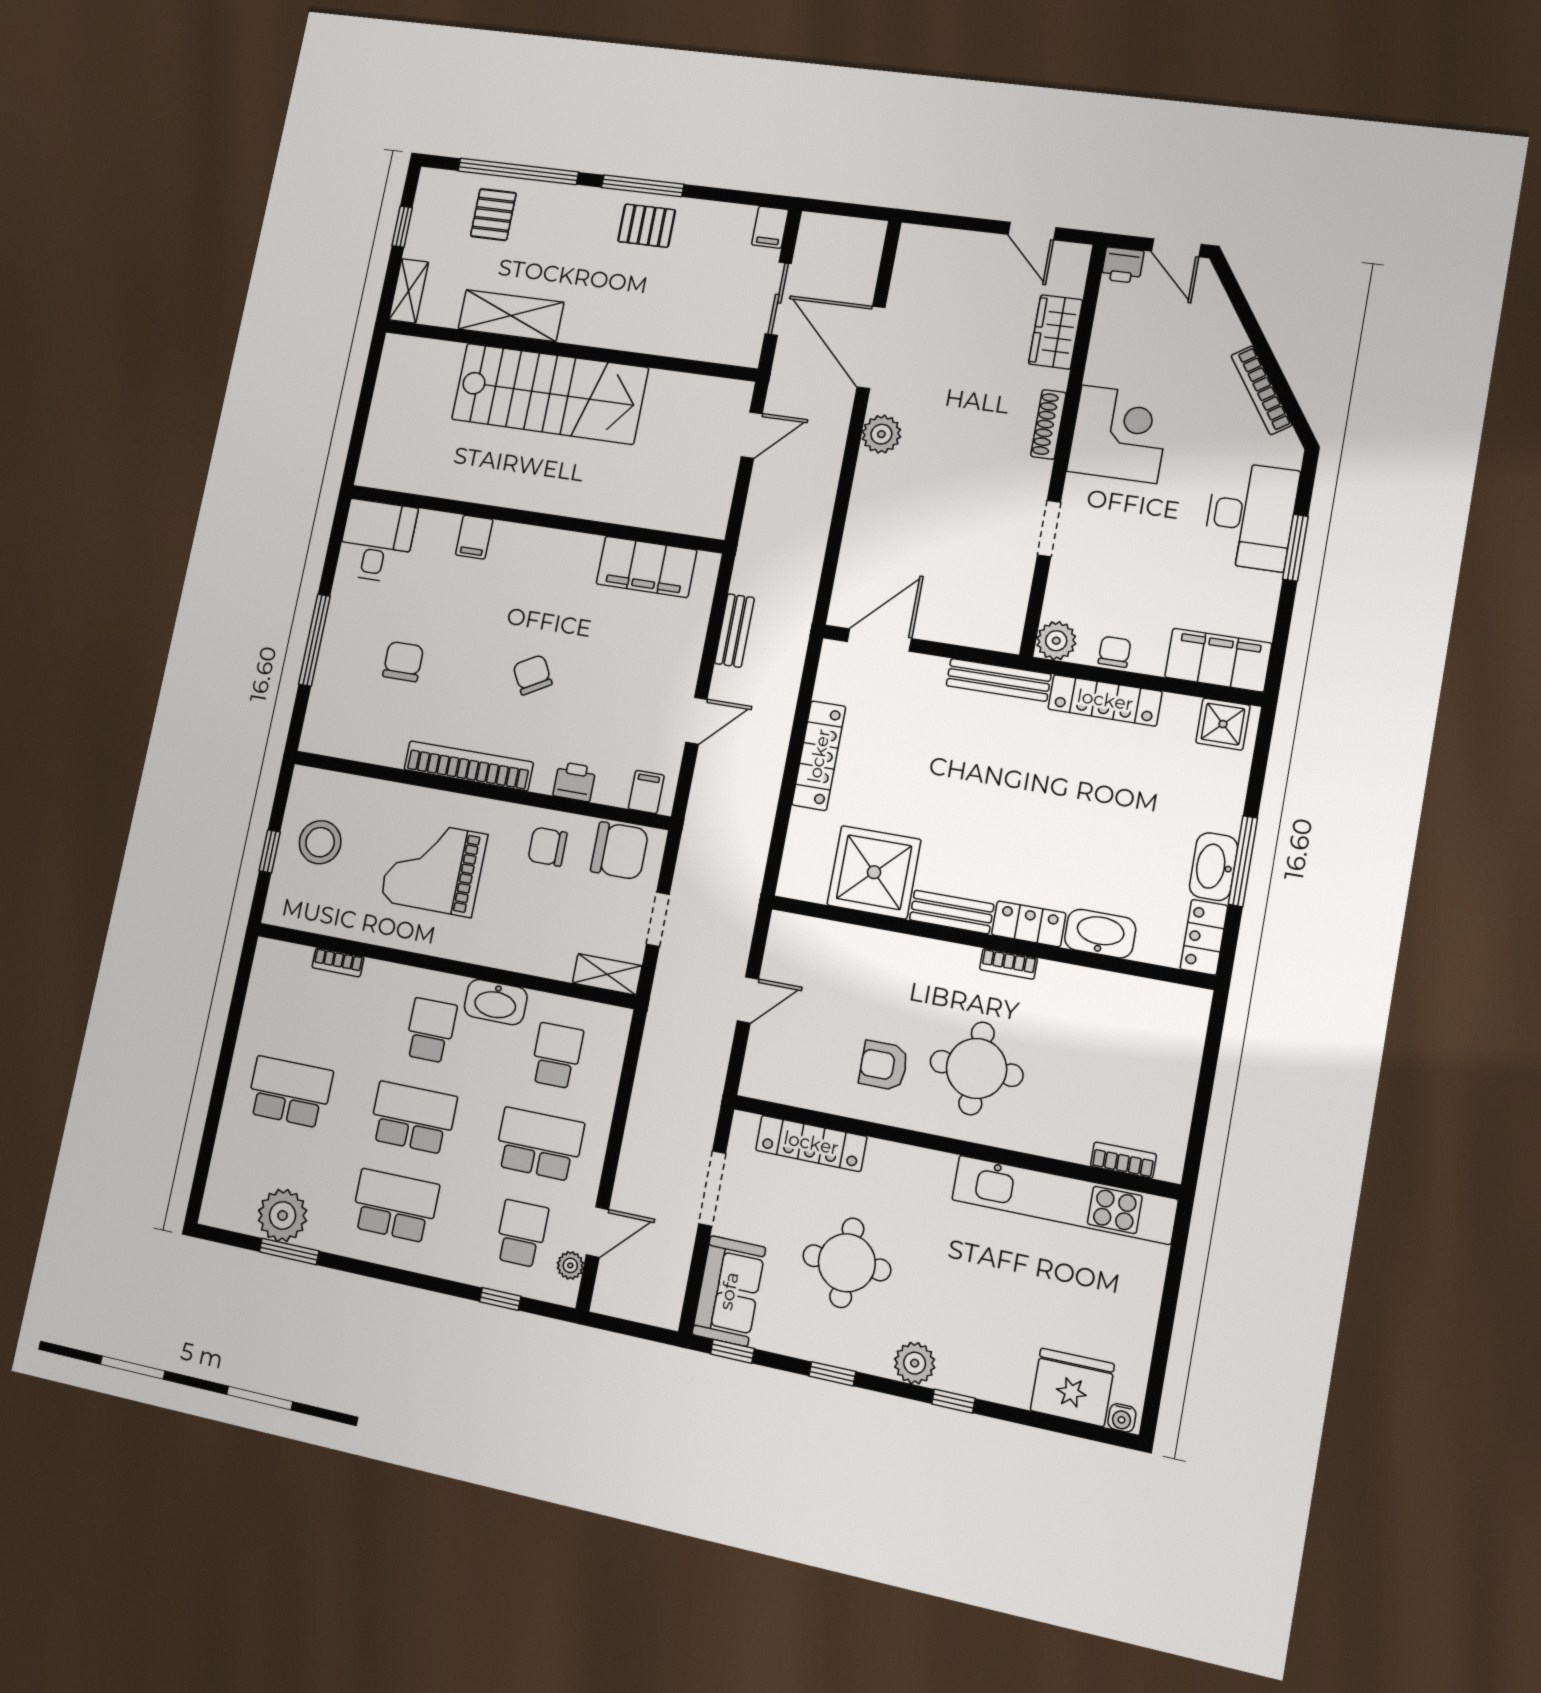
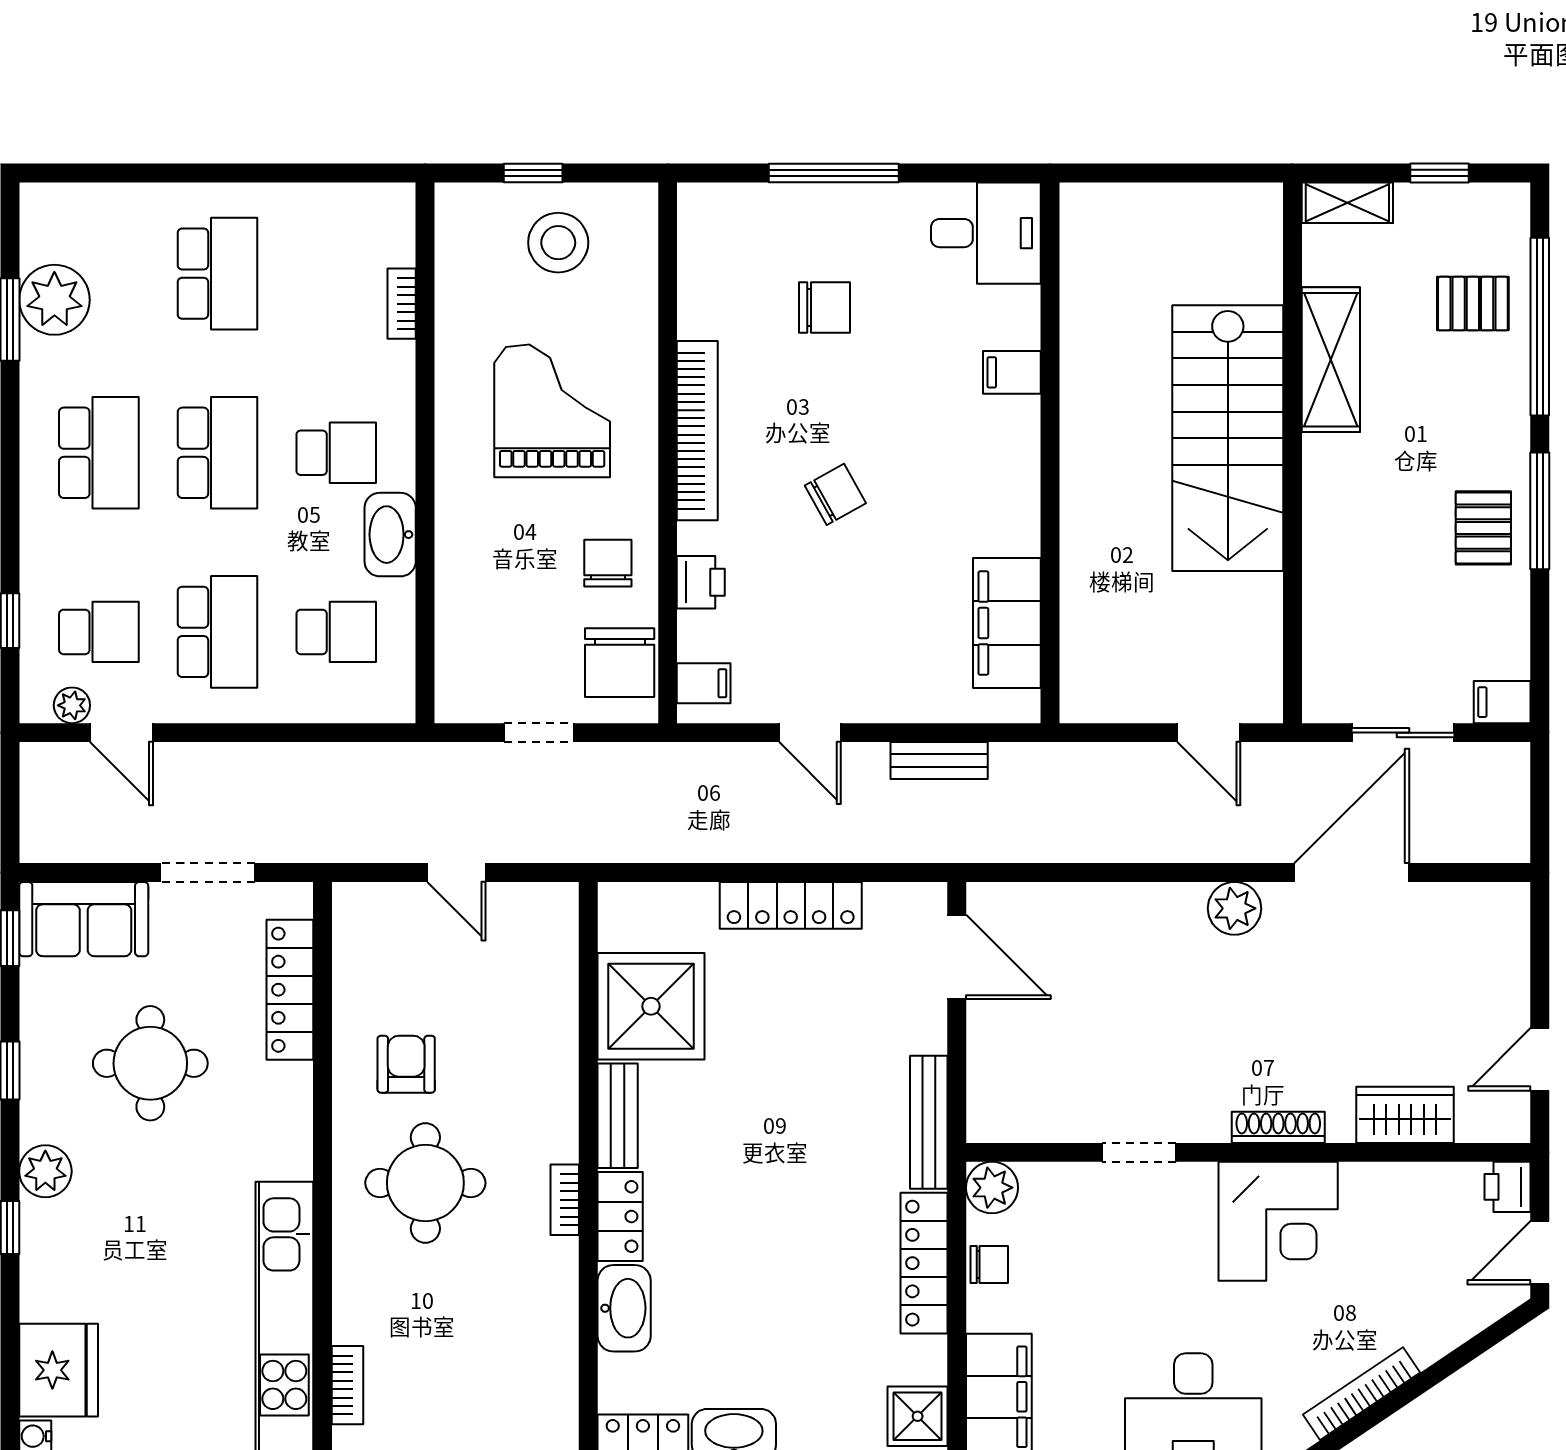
shelving: (607, 974) -> (454, 679), removed

